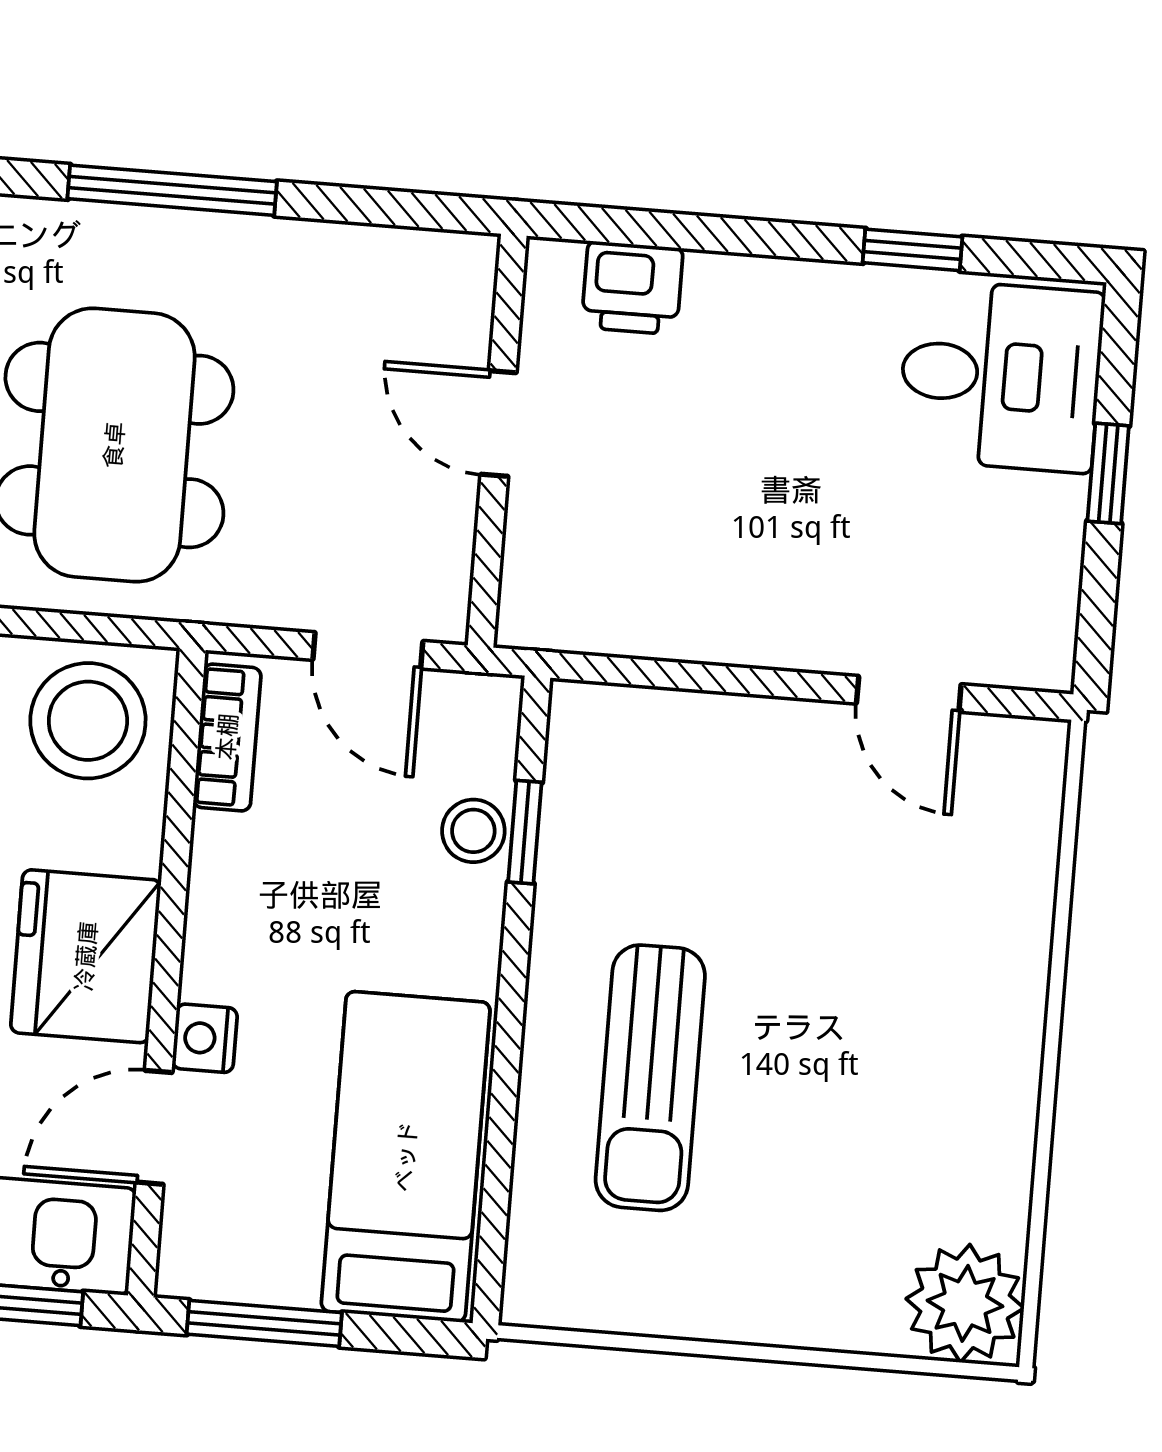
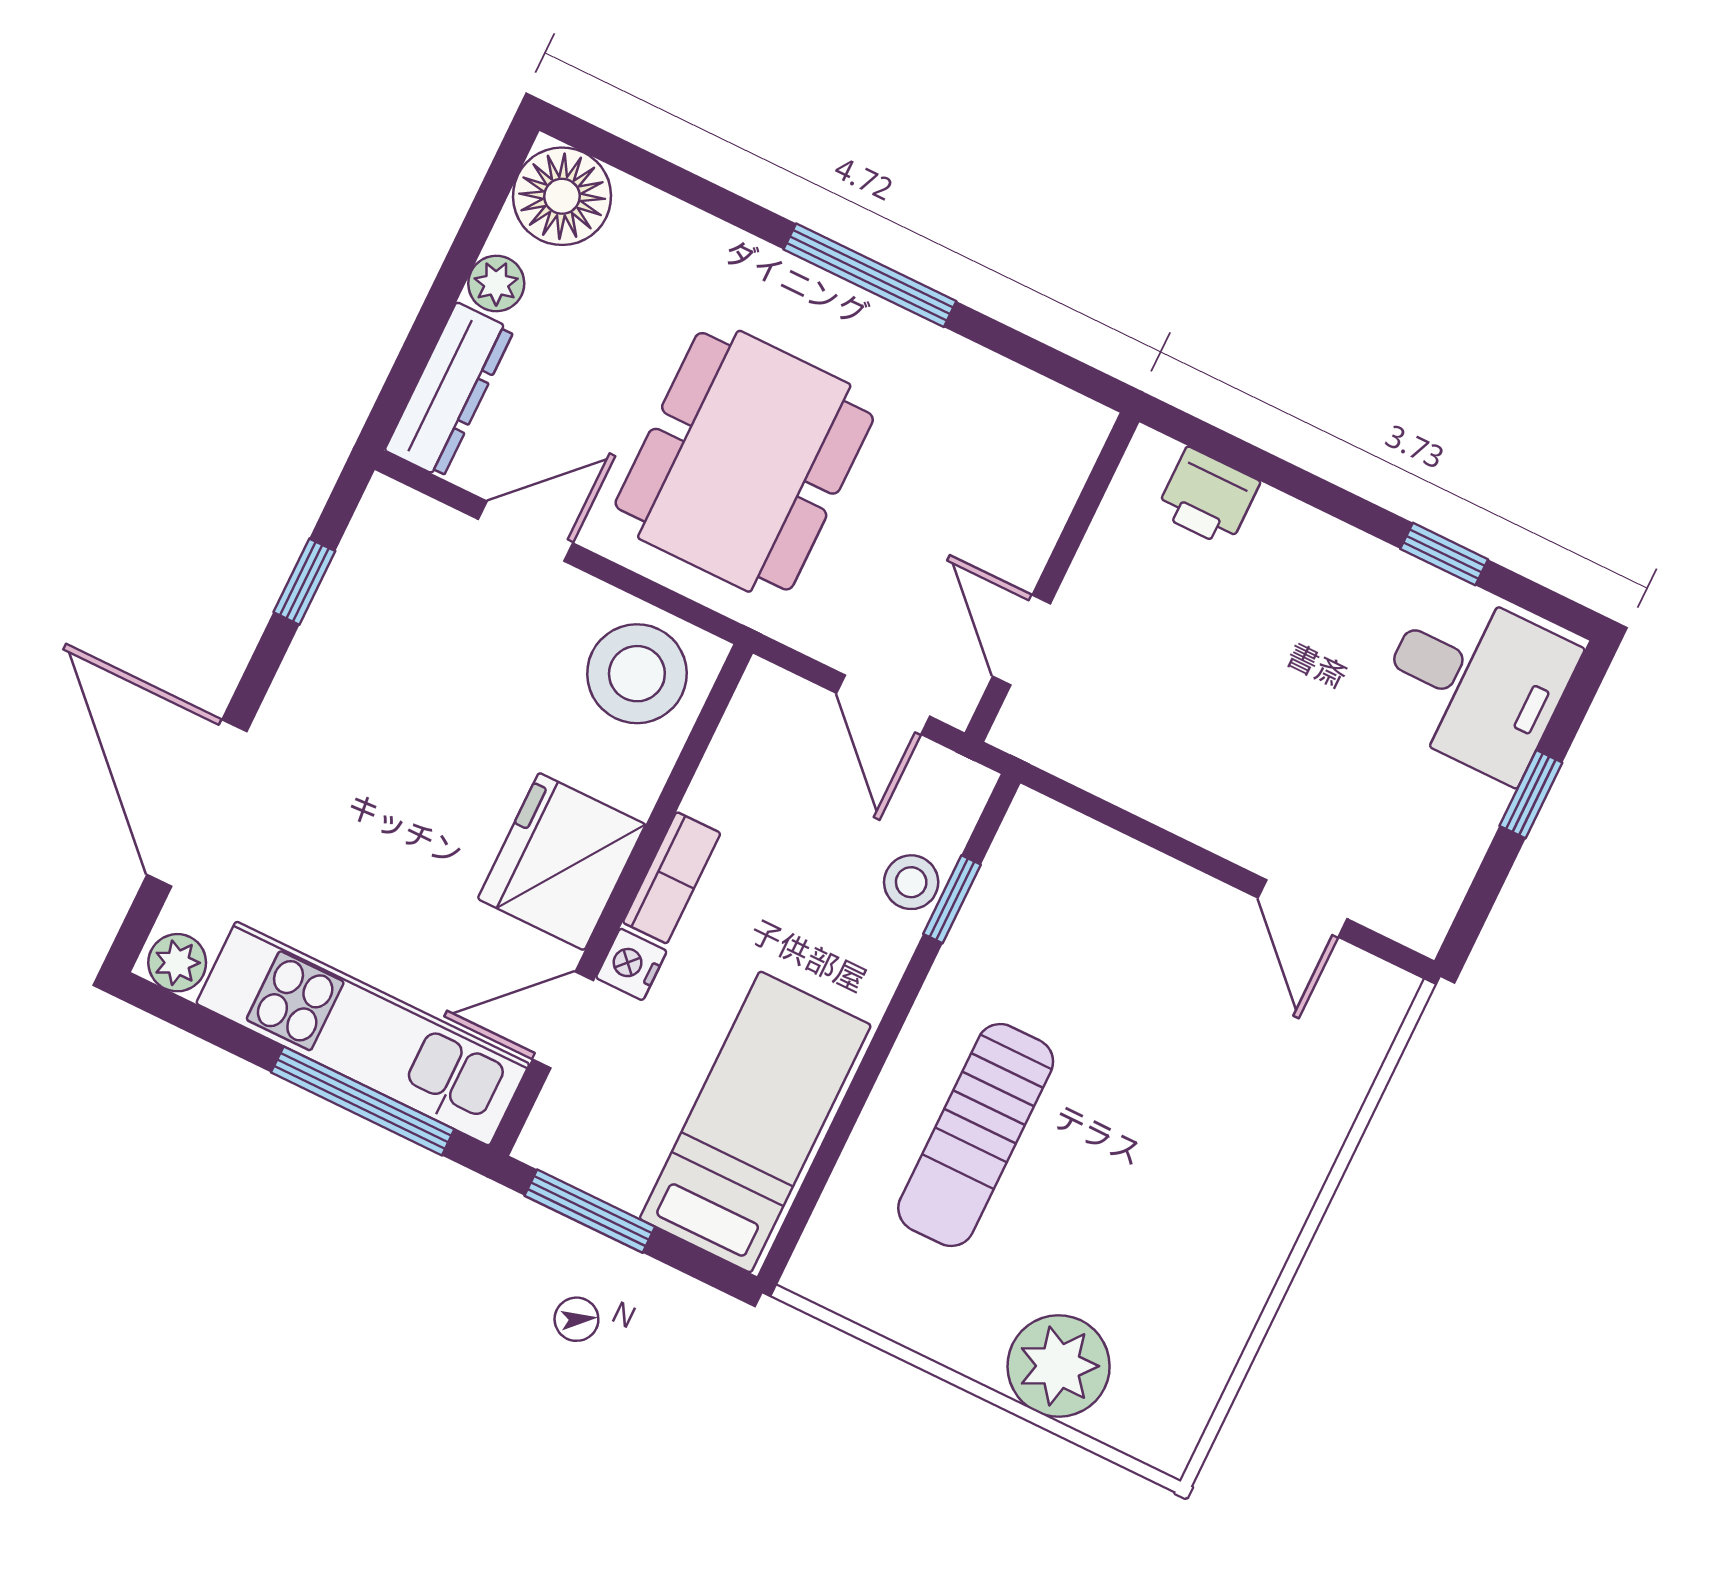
door: (499, 423) -> (1022, 640), moved
bookcase: (227, 737) -> (672, 878), moved
plant: (965, 1303) -> (1059, 1366), moved

